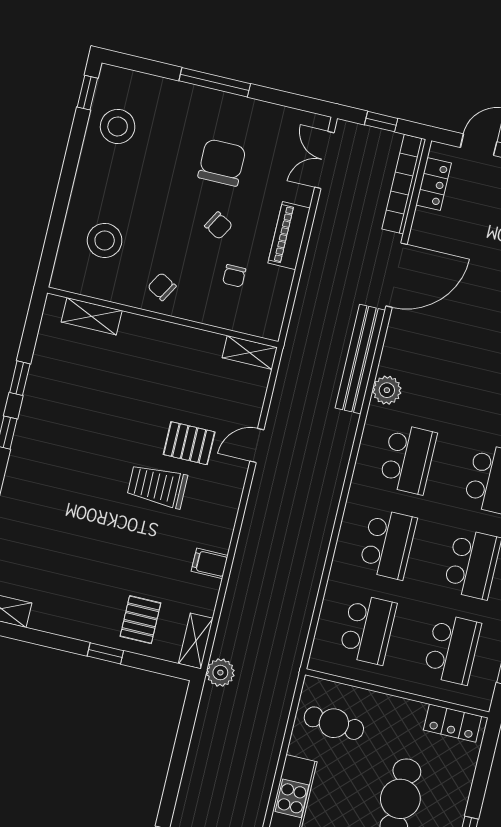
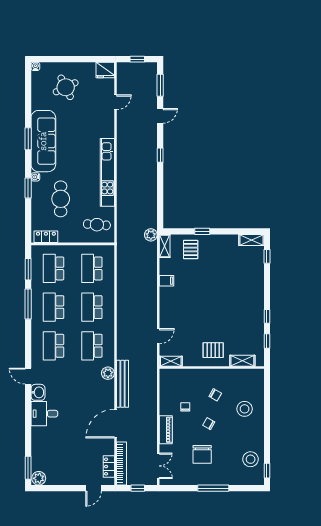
chair: (218, 226) -> (209, 424), moved
shelving: (92, 316) -> (242, 361), moved
wall: (163, 317) -> (212, 367), moved
shelving: (250, 352) -> (171, 361), moved
pallet: (189, 443) -> (213, 350), moved
trolley: (157, 486) -> (197, 309), removed

